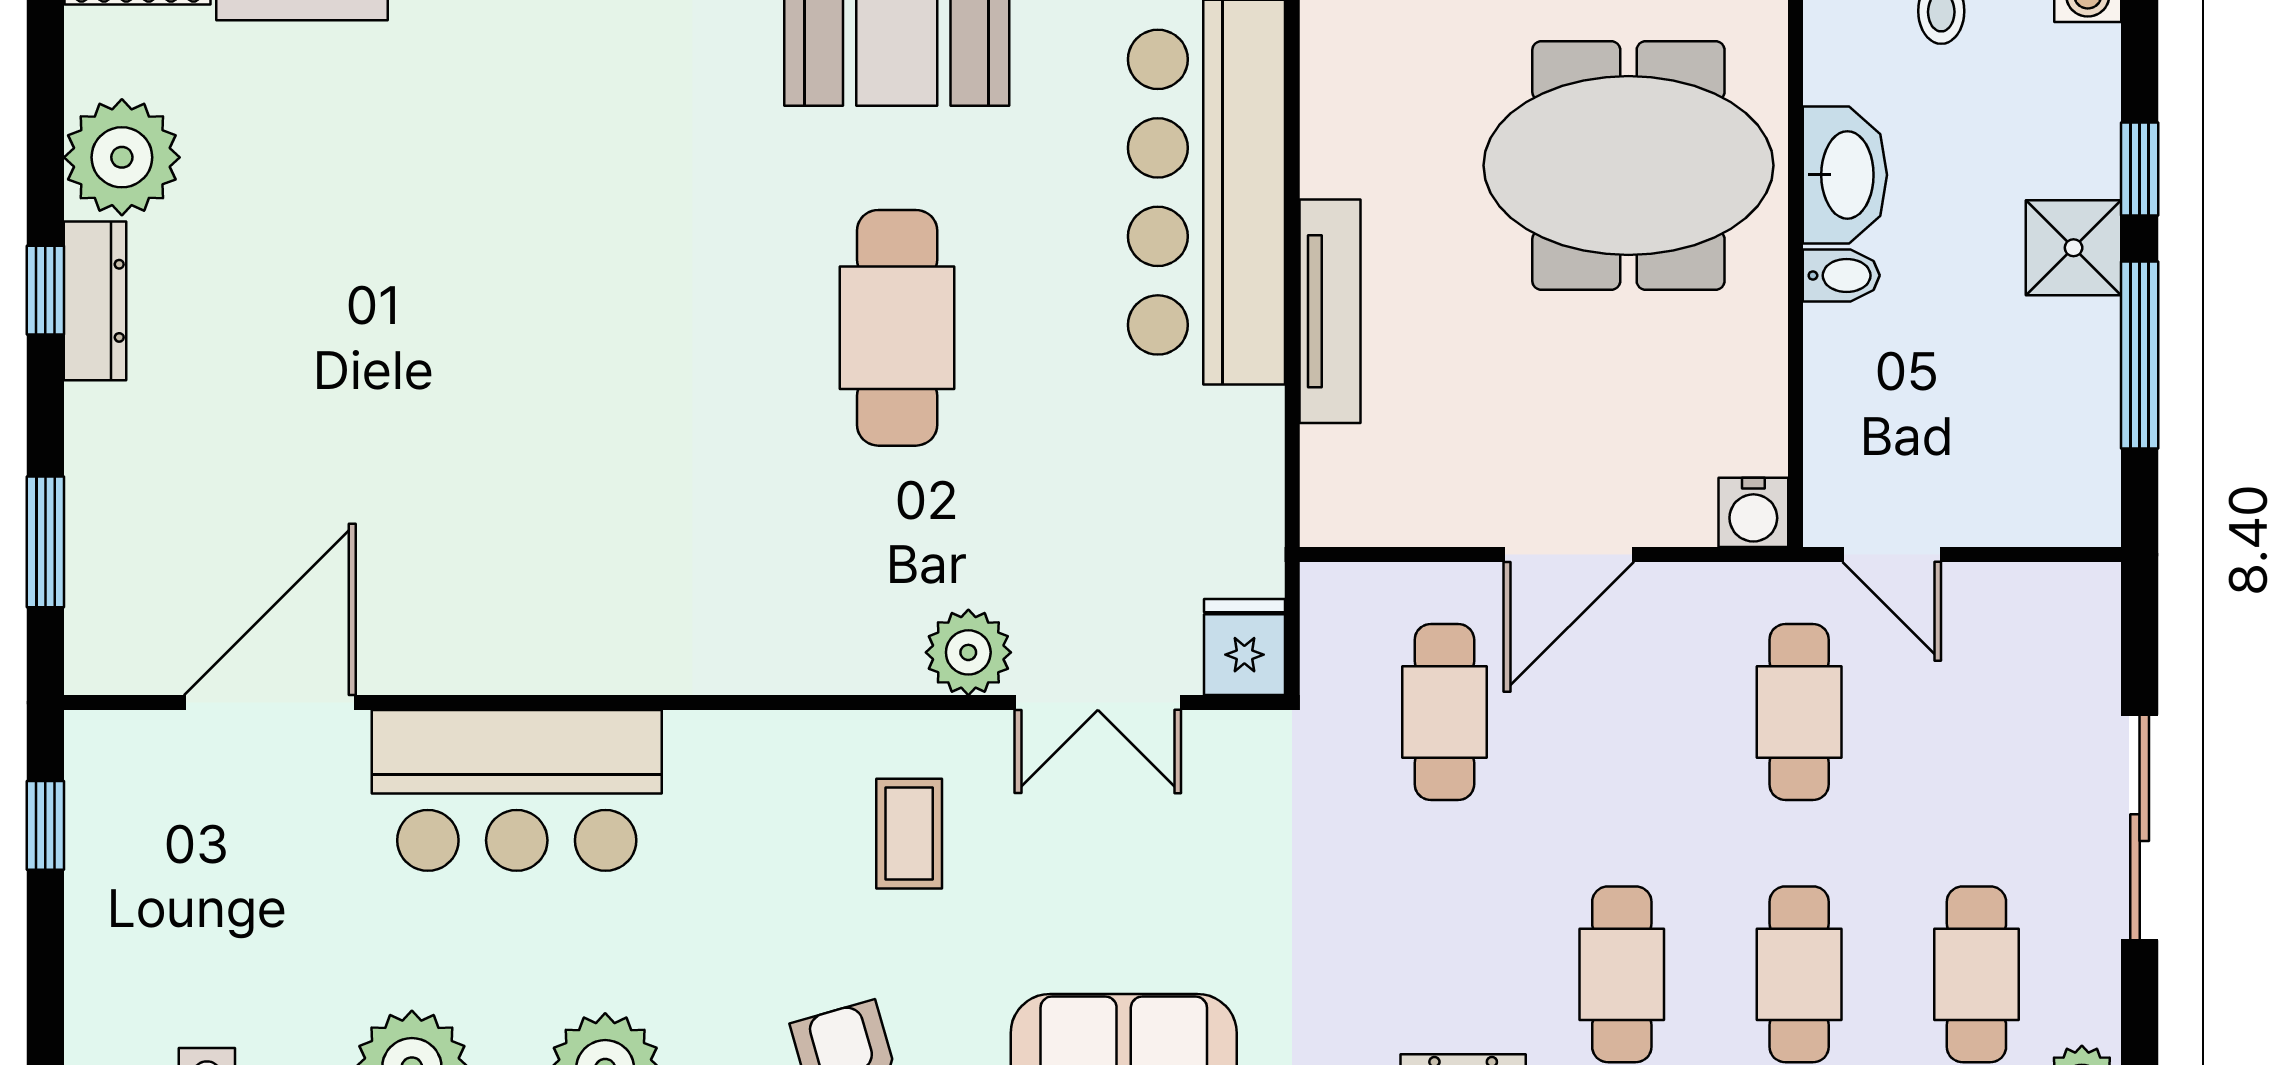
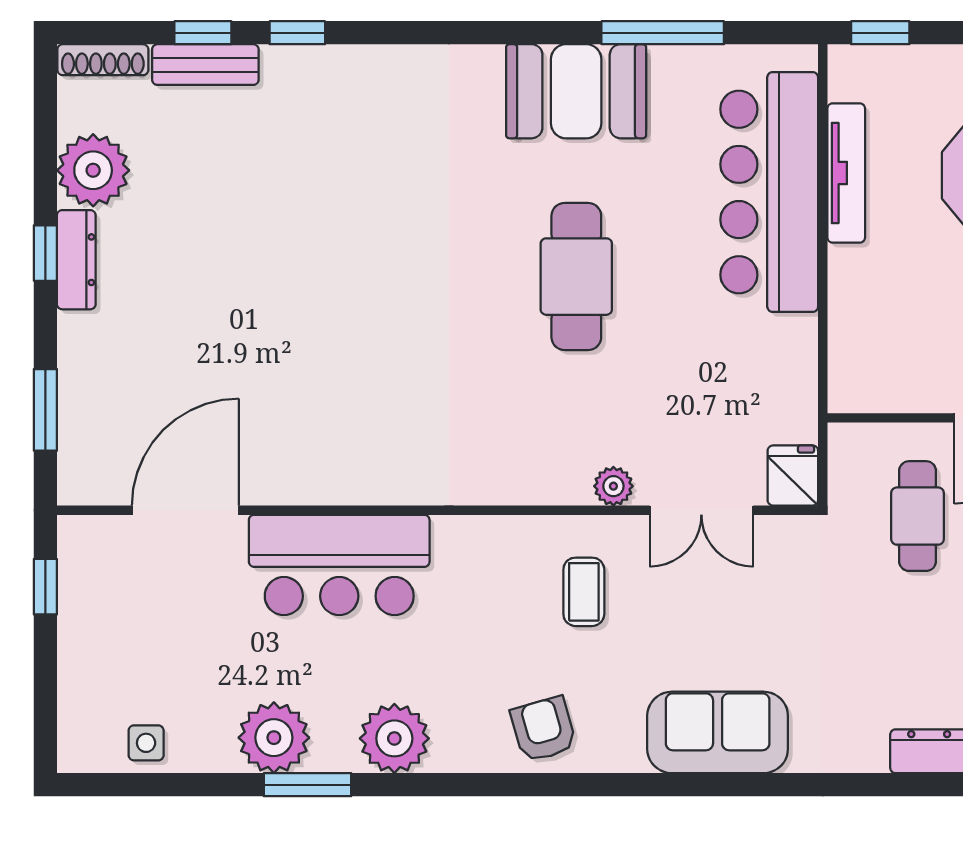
tv unit: (1330, 311) -> (846, 173), moved
plant: (968, 652) -> (613, 486), width x0.73, depth x0.73

